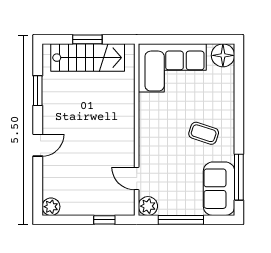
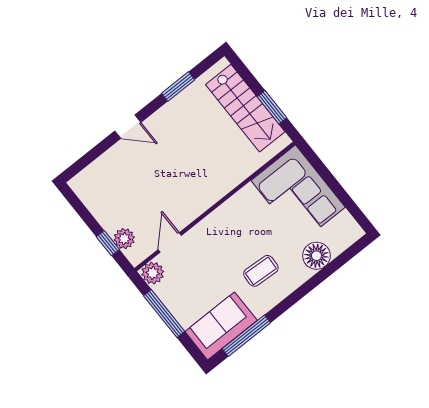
window: (87, 39) -> (272, 107), moved
floor lamp: (223, 55) -> (316, 256), moved
coffee table: (204, 133) -> (261, 271), turned 75
plant: (51, 207) -> (124, 239), moved

